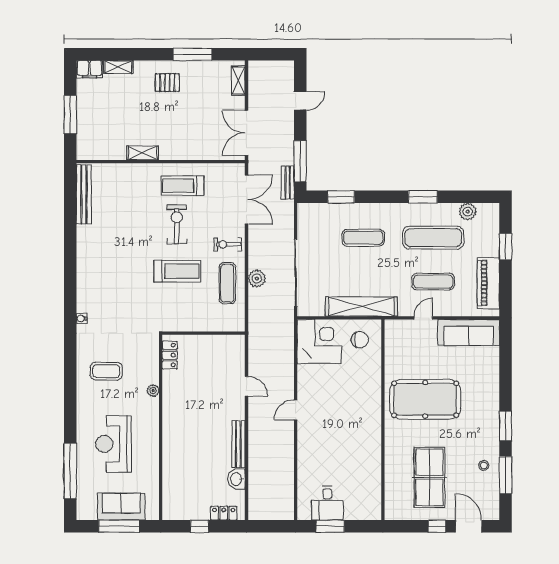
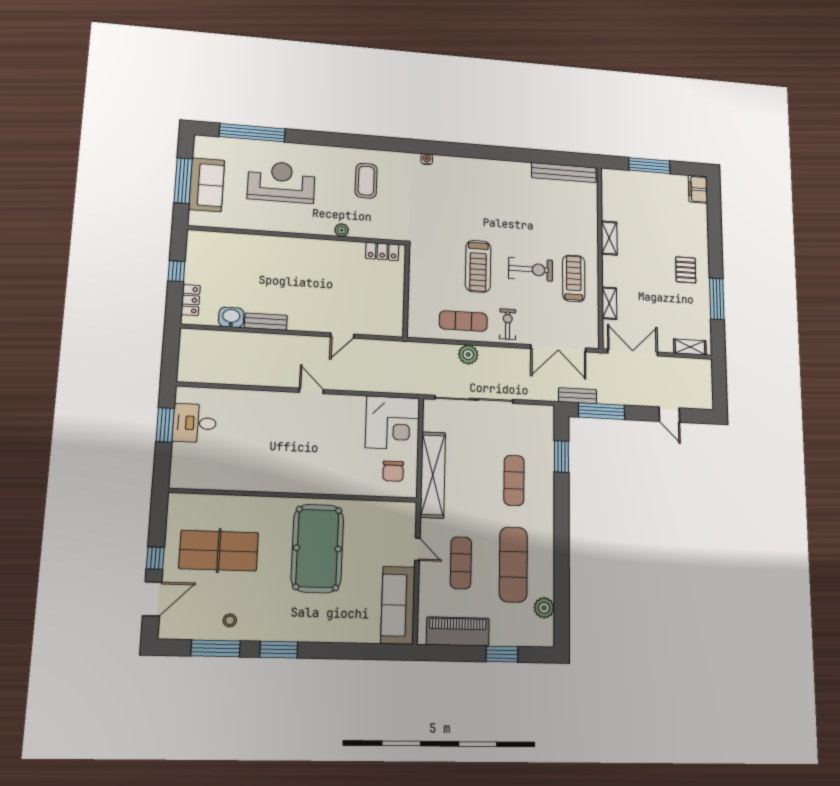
shelving: (118, 67) -> (609, 303), moved
window: (423, 197) -> (562, 553), removed
bench: (238, 444) -> (266, 322), width x0.73

